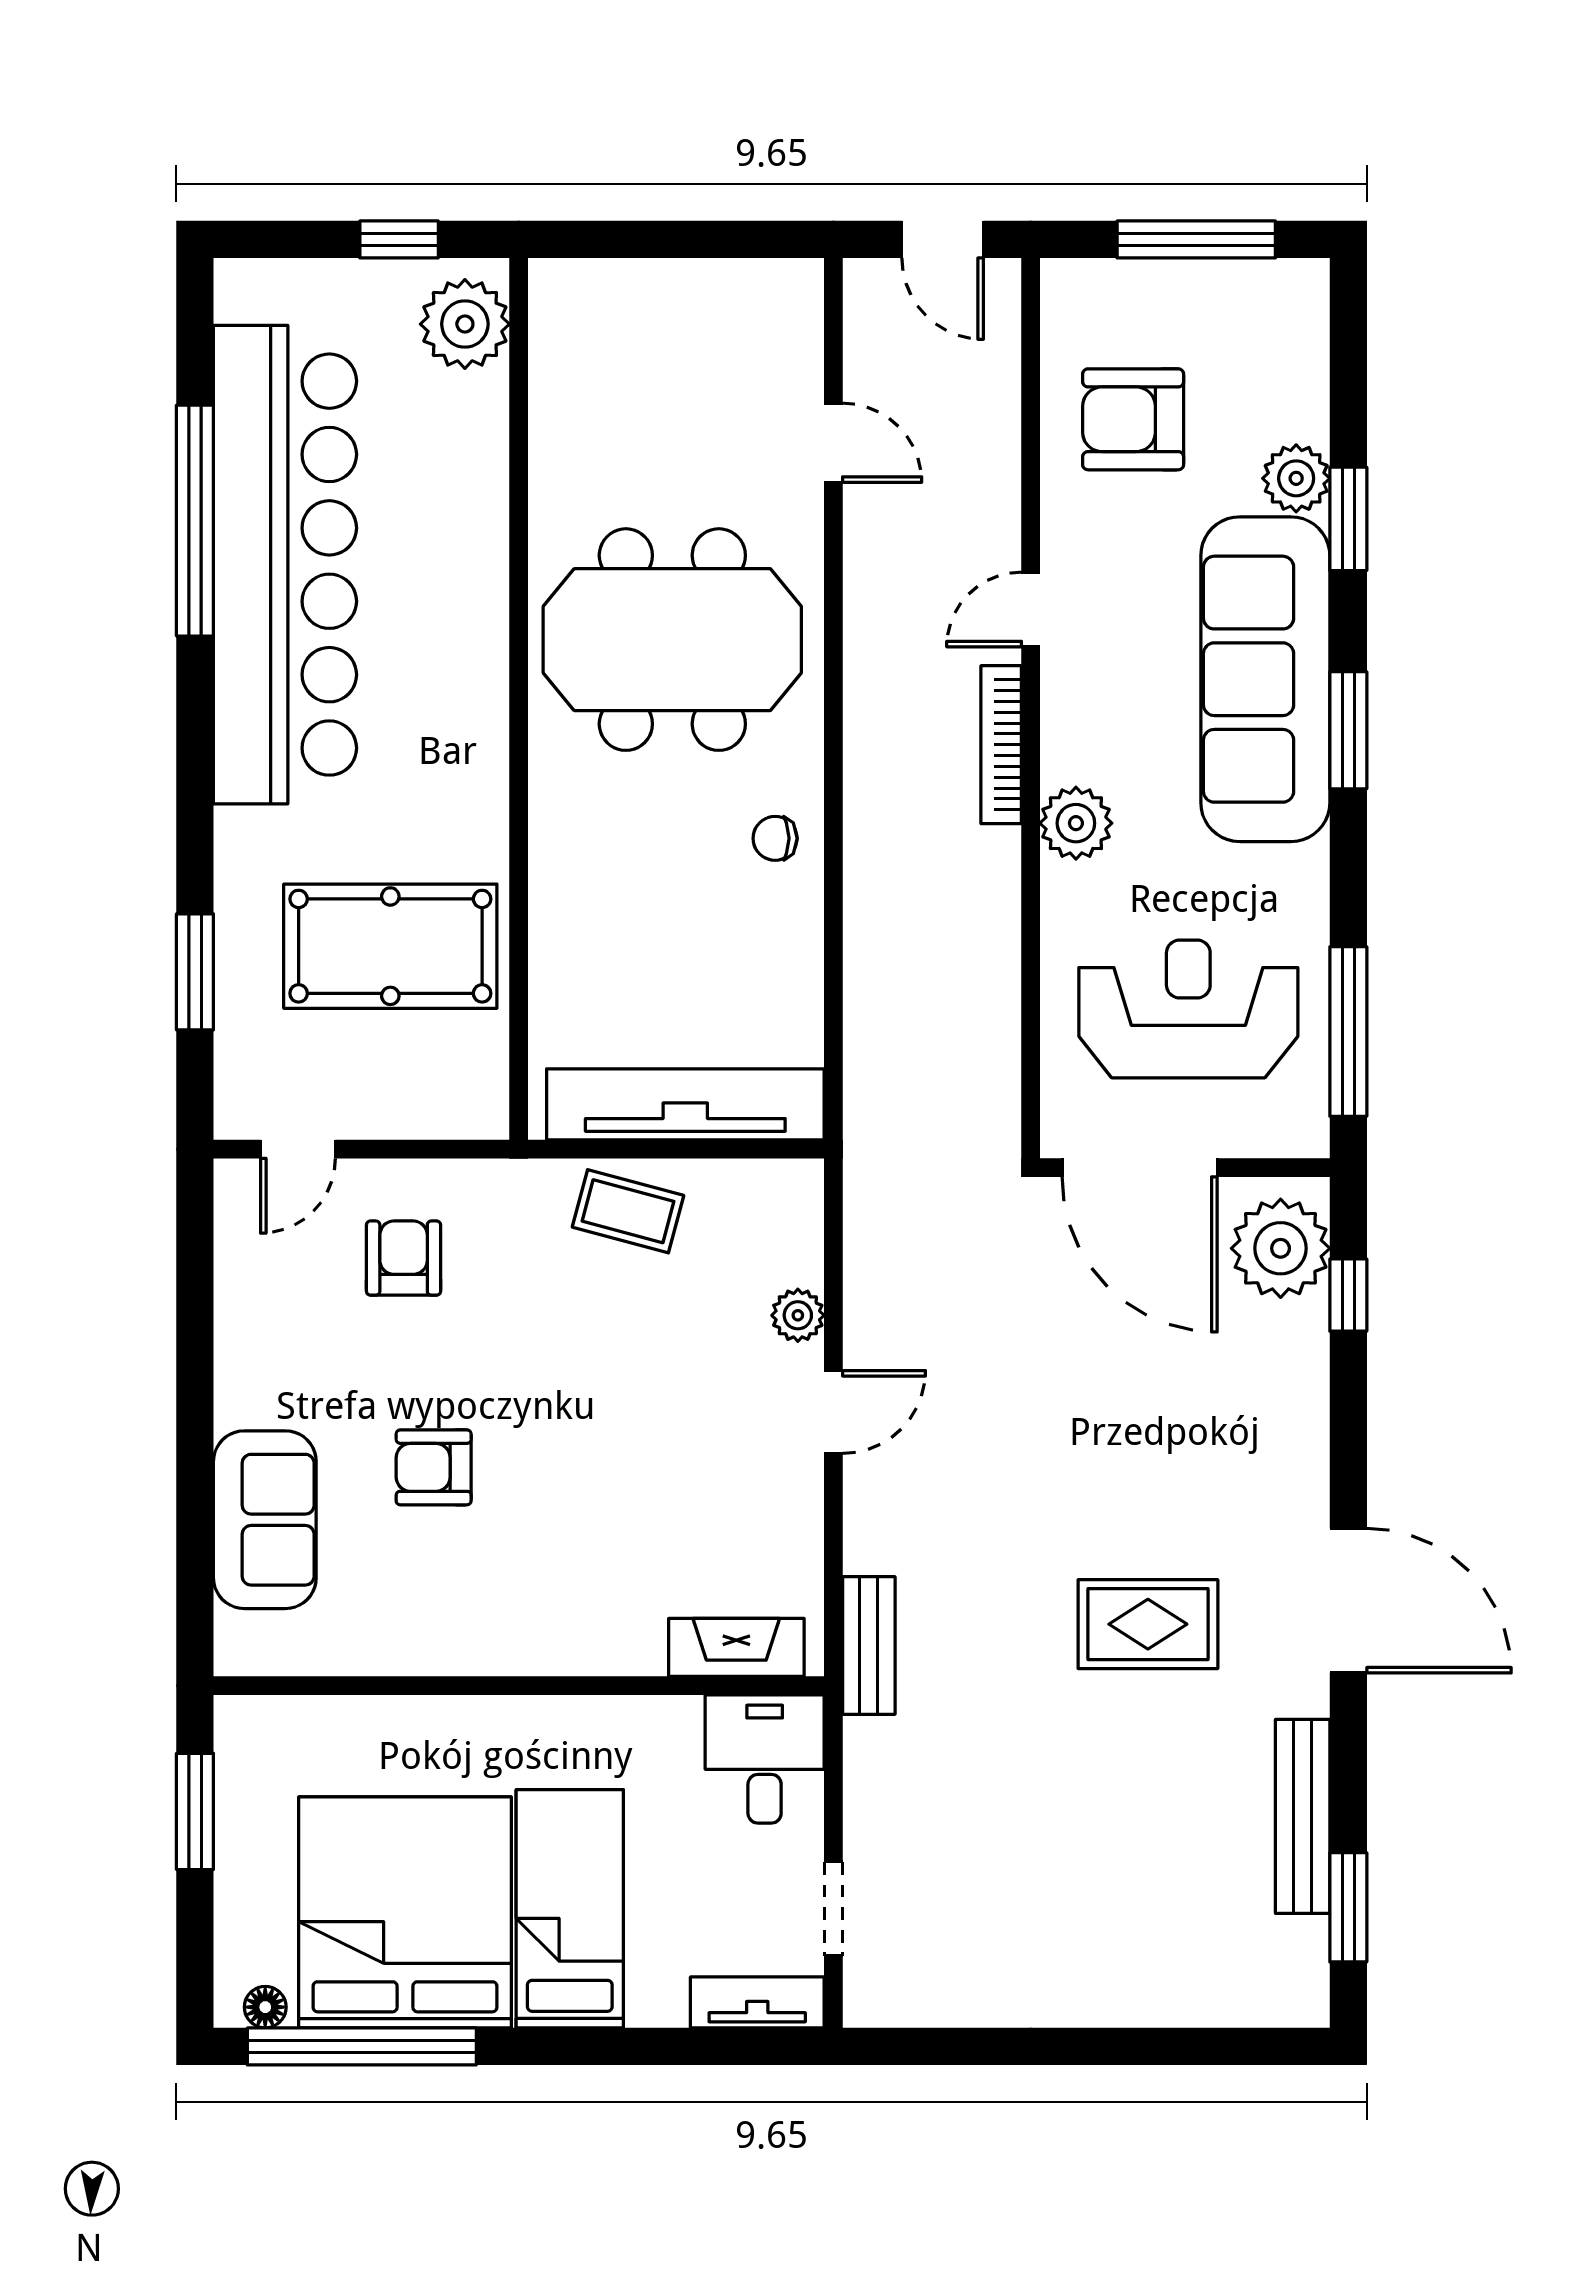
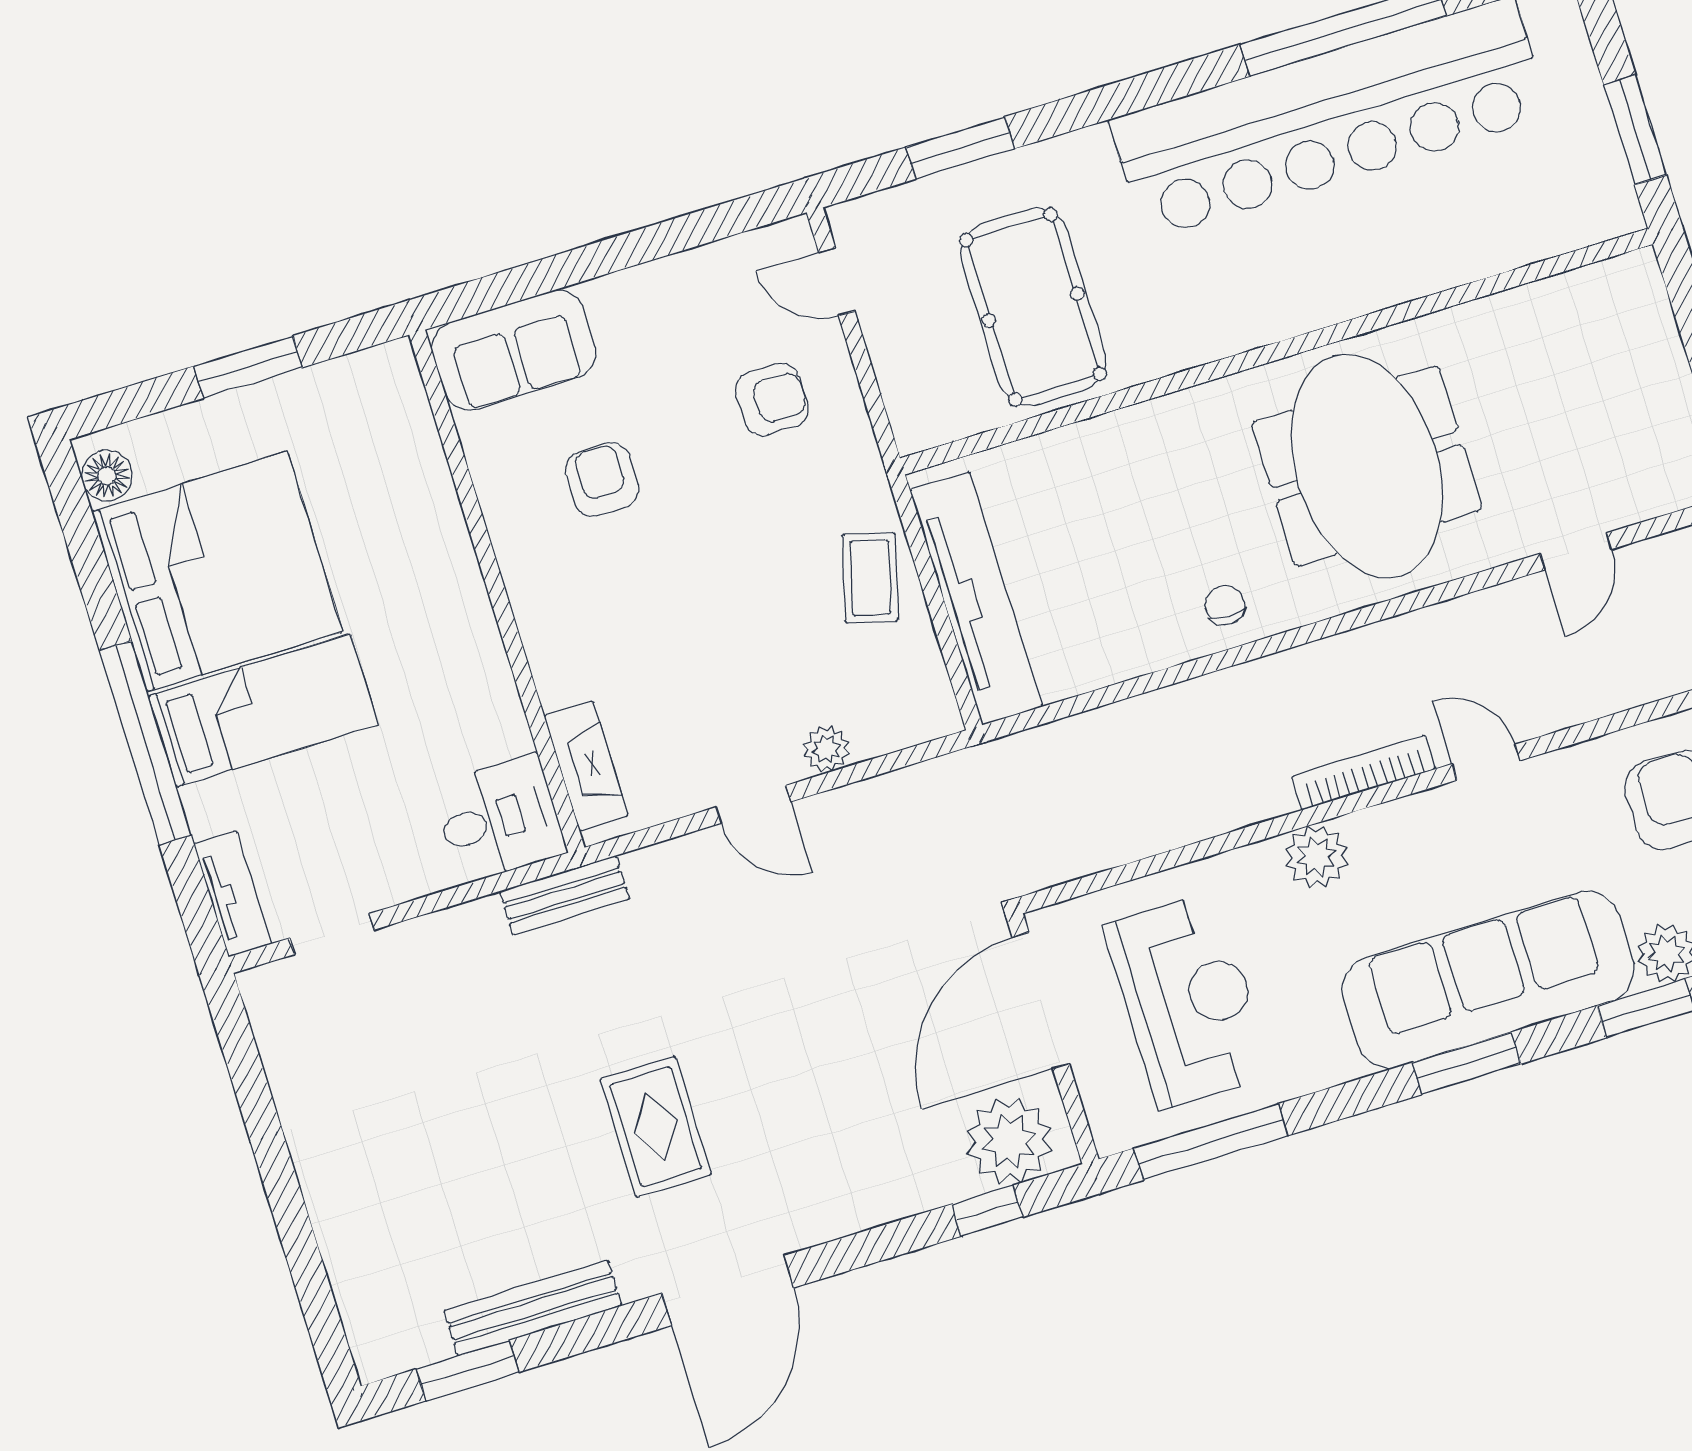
window: (399, 239) -> (1635, 130), width x1.50
plant: (465, 324) -> (1580, 208), removed
fireplace: (736, 1647) -> (586, 766), moved
wall: (519, 1686) -> (497, 591), moved
desk: (765, 1759) -> (499, 819), moved
floor lamp: (265, 2007) -> (107, 476), width x1.37, depth x1.37
window: (362, 2046) -> (145, 743), moved

